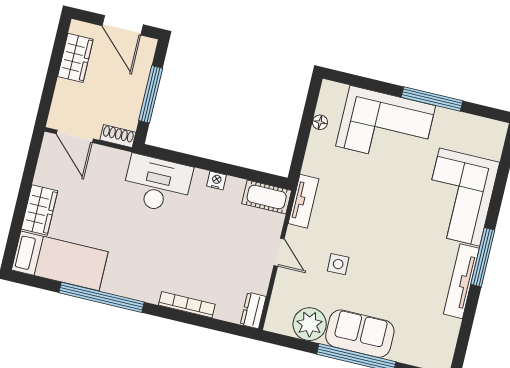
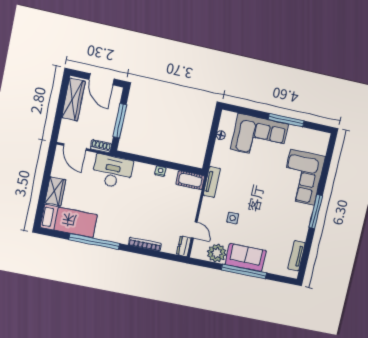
wardrobe: (75, 58) -> (73, 100), width x1.50
desk: (157, 184) -> (112, 171), moved
door: (279, 252) -> (194, 230), moved
tv unit: (461, 281) -> (297, 256), moved, width x0.71

